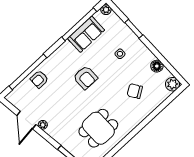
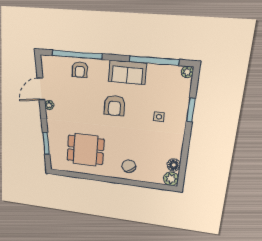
sofa: (86, 34) -> (127, 72), moved
floor lamp: (157, 66) -> (174, 165), moved
armchair: (39, 79) -> (80, 70), turned -90
chair: (135, 91) -> (129, 166), moved

